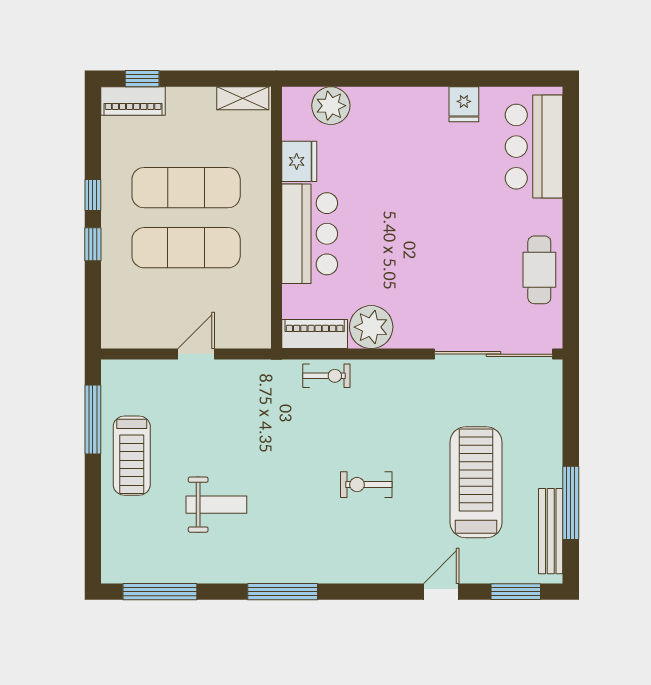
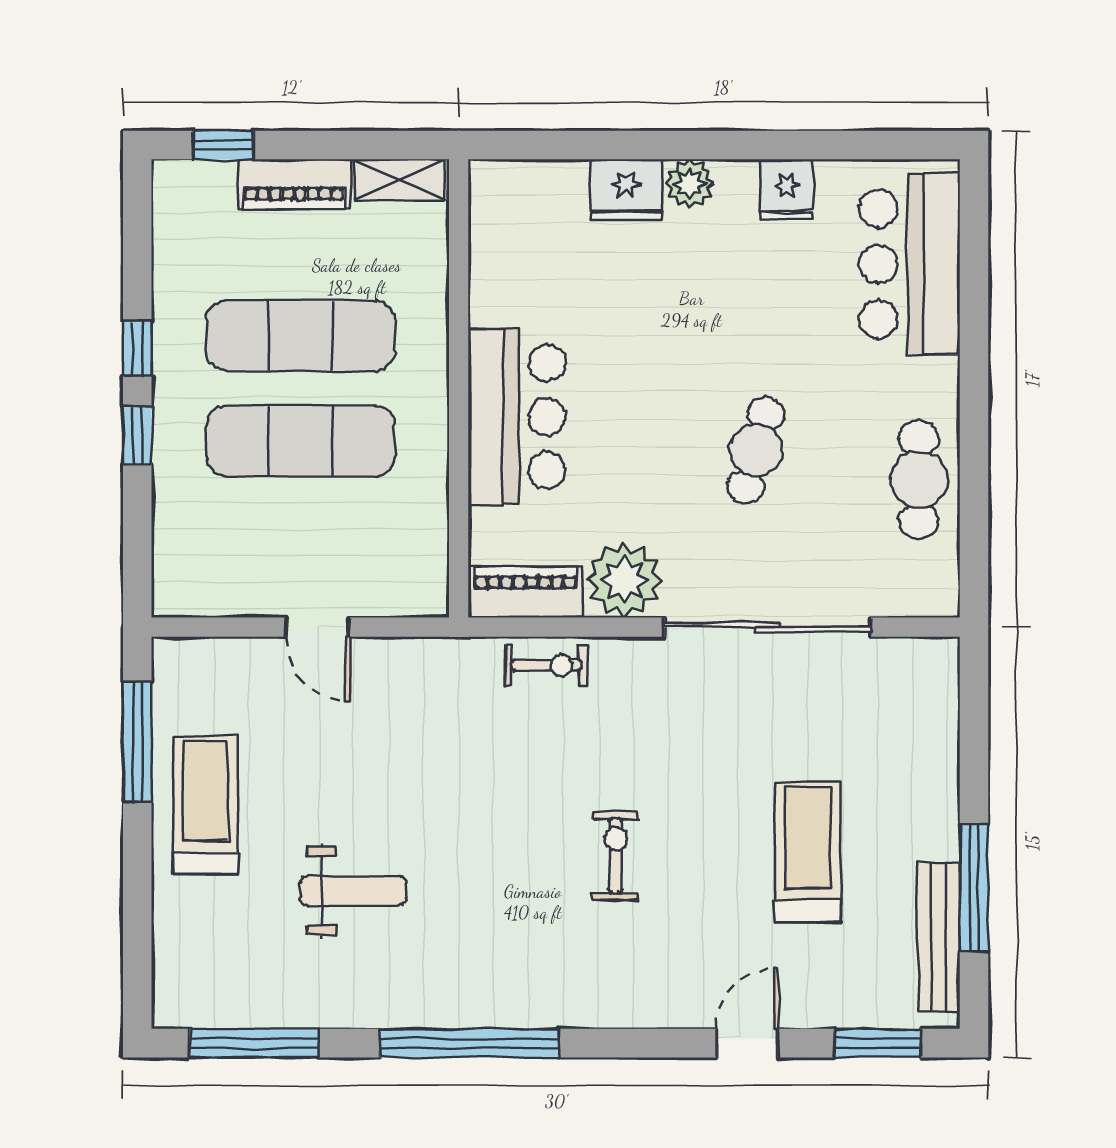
piano: (133, 101) -> (294, 184), moved
plant: (331, 106) -> (690, 184), moved, width x0.73, depth x0.73
fridge: (299, 161) -> (626, 190), moved, turned 90
cafe table: (446, 253) -> (756, 450), added
door: (196, 354) -> (318, 627), swing flipped
sliding door: (494, 354) -> (768, 627), moved
treadmill: (132, 456) -> (205, 805), turned 180
treadmill: (476, 482) -> (808, 852), width x0.73, depth x0.73
exercise bike: (366, 485) -> (616, 856), turned 90
window: (283, 592) -> (469, 1043), width x1.46

